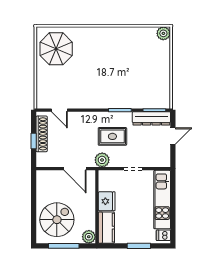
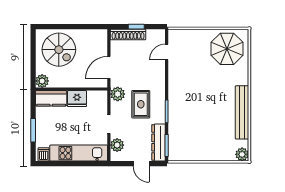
bench: (121, 33) -> (242, 112), added
shoe rack: (42, 134) -> (128, 35), moved
plant: (154, 160) -> (117, 145), added
window: (64, 246) -> (33, 56), removed

